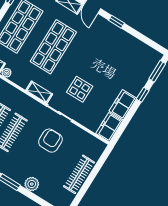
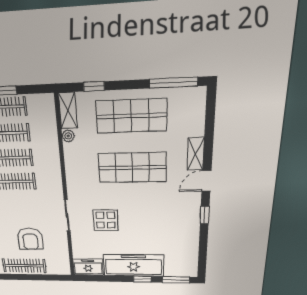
shelving: (39, 92) -> (73, 183), removed
freezer: (123, 105) -> (134, 265), width x1.91, depth x1.26
armchair: (50, 141) -> (30, 239), moved, turned 90

